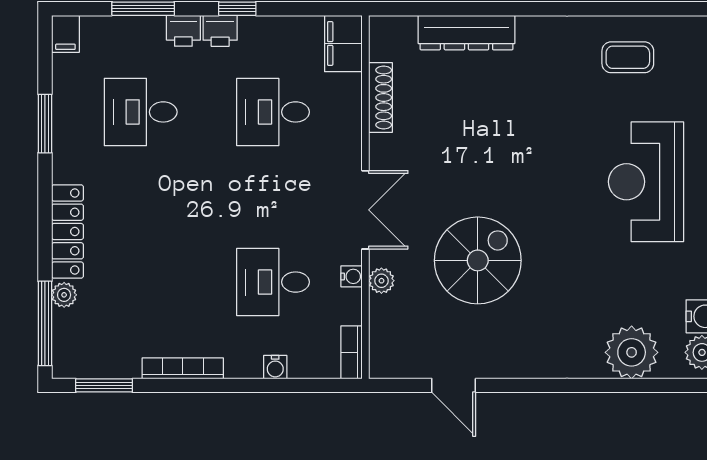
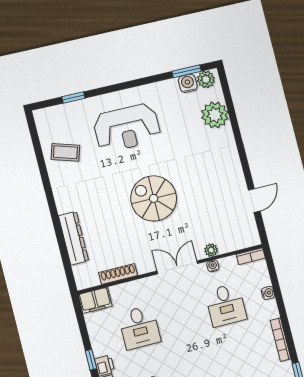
coffee table: (628, 57) -> (65, 152), turned -73
spiral stairs: (478, 260) -> (154, 198), moved

